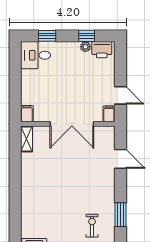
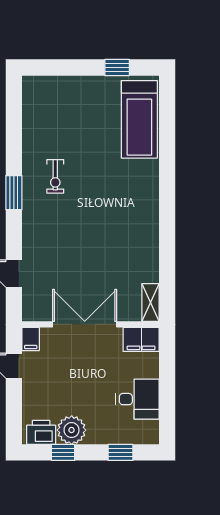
plant: (85, 47) -> (72, 430), width x1.88, depth x1.88
desk: (36, 55) -> (137, 399), moved
filing cabinet: (27, 114) -> (141, 339), width x2.00

